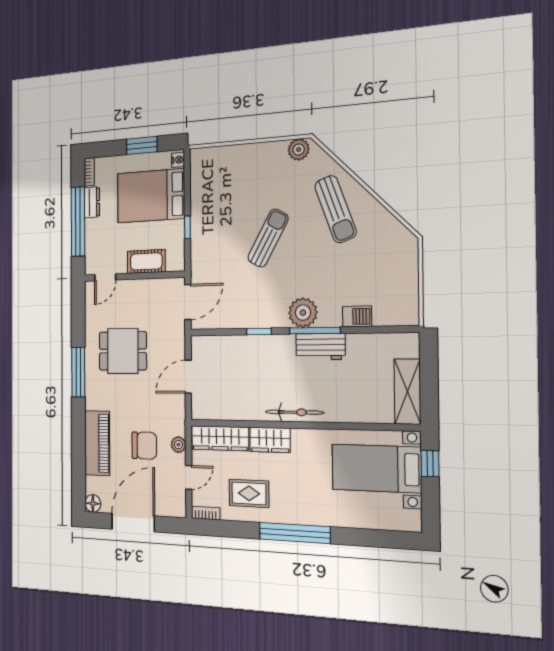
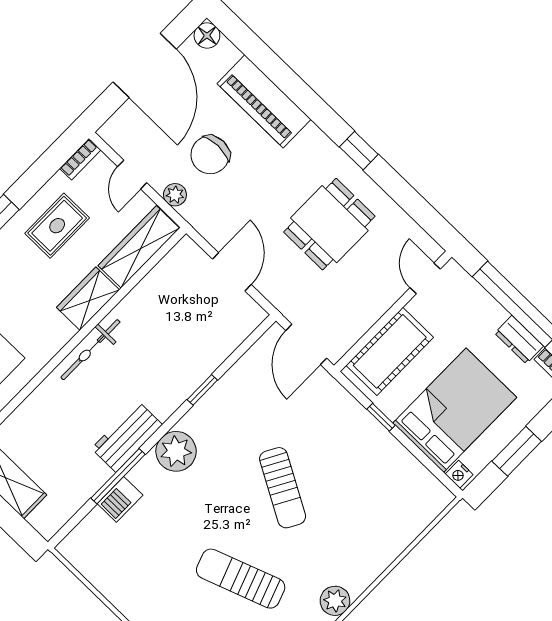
cot: (146, 261) -> (390, 351), width x1.37, depth x1.34
window: (315, 331) -> (118, 476), moved
window: (78, 372) -> (359, 151), width x0.46

